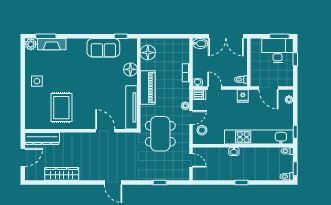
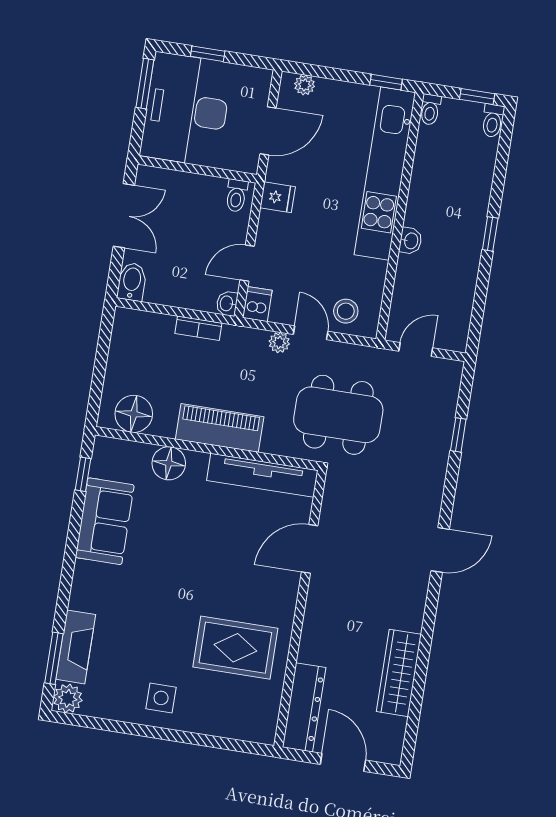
double door: (226, 36) -> (124, 216), width x0.73
desk: (278, 51) -> (186, 110), width x1.36, depth x1.30

